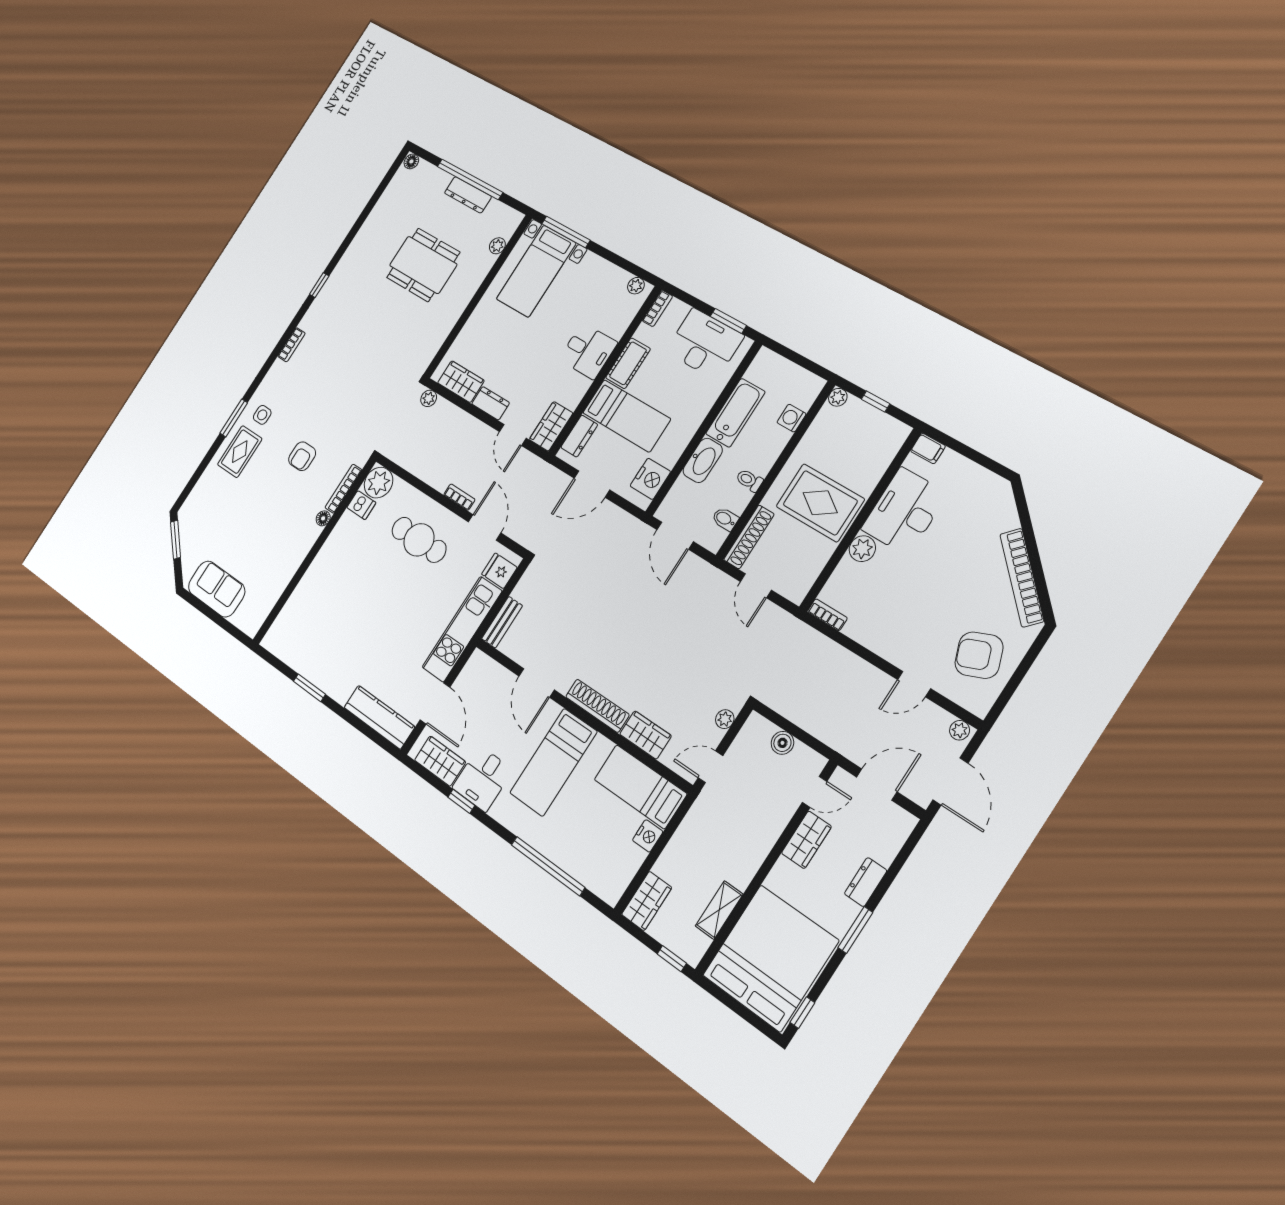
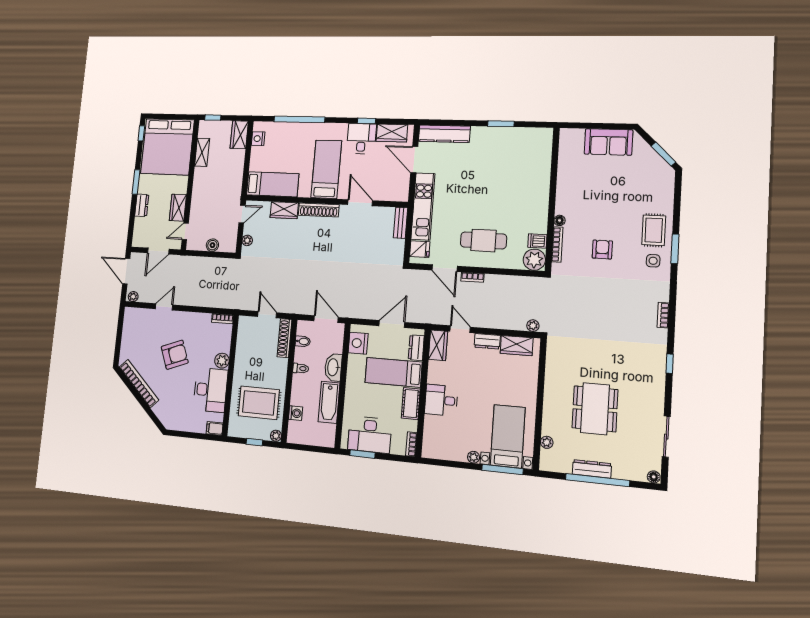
sliding door: (372, 202) -> (666, 437), added
dining table: (423, 265) -> (595, 409), turned 90
plant: (636, 286) -> (474, 457), moved
rug: (820, 503) -> (259, 403), moved
armchair: (979, 655) -> (175, 355), moved
nightstand: (648, 836) -> (258, 139), moved

